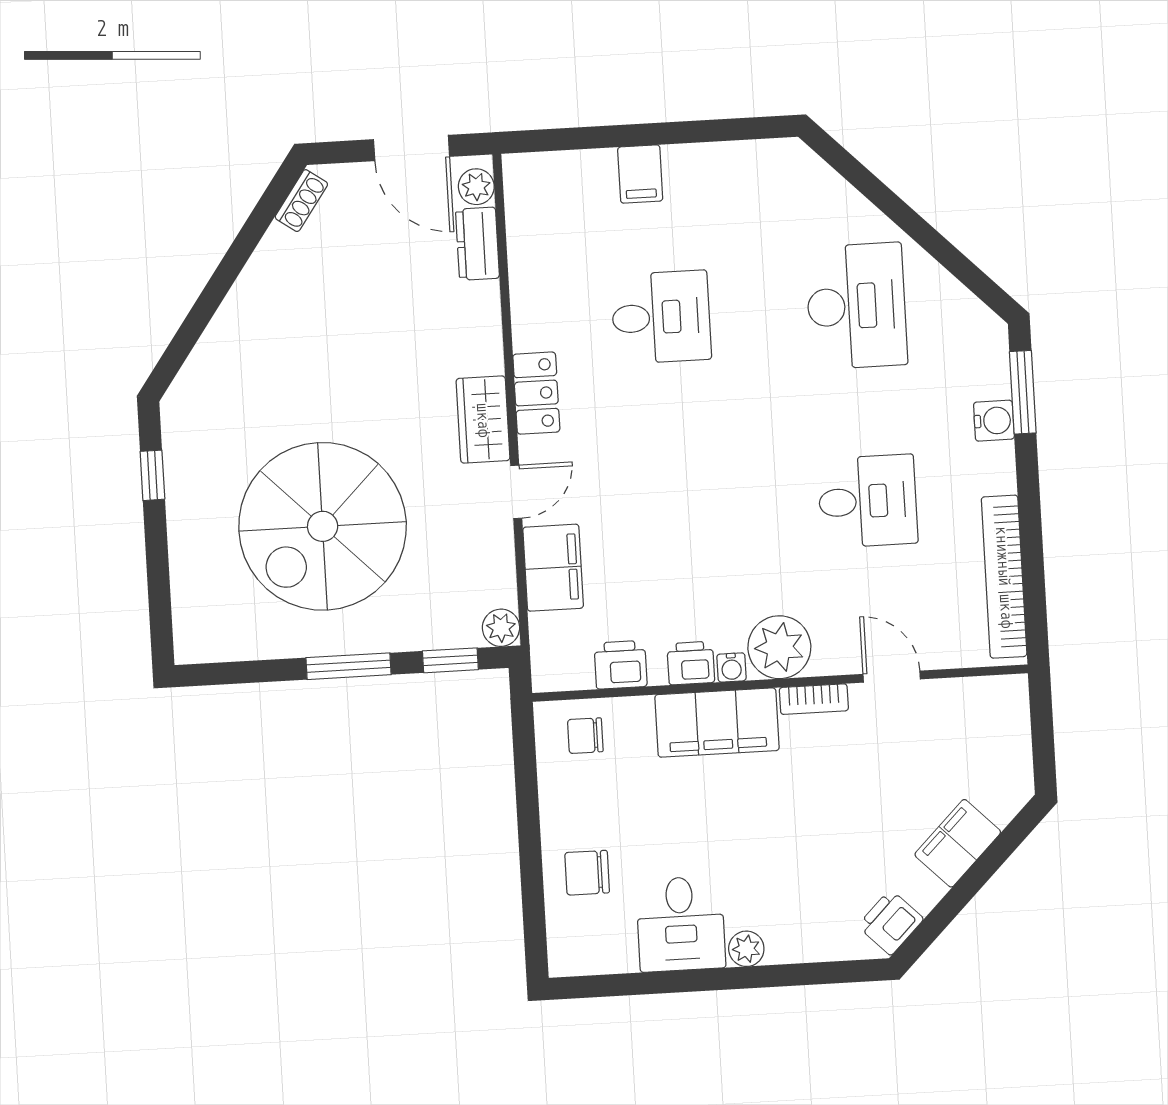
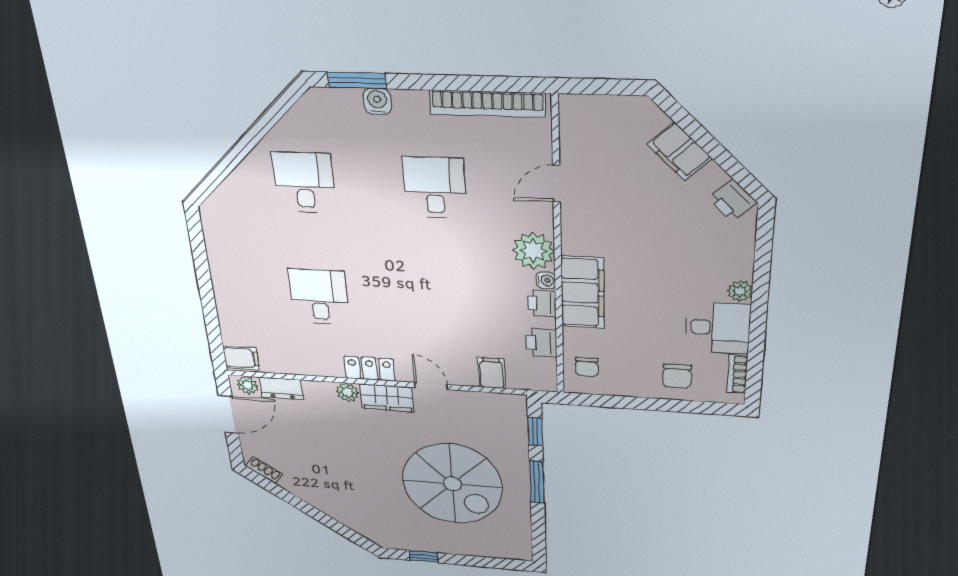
filing cabinet: (640, 174) -> (241, 358), moved
desk: (856, 306) -> (304, 182), width x0.73
filing cabinet: (553, 568) -> (492, 373), width x0.50
plant: (501, 628) -> (348, 392), moved
bookcase: (814, 699) -> (737, 374), moved, turned 180

